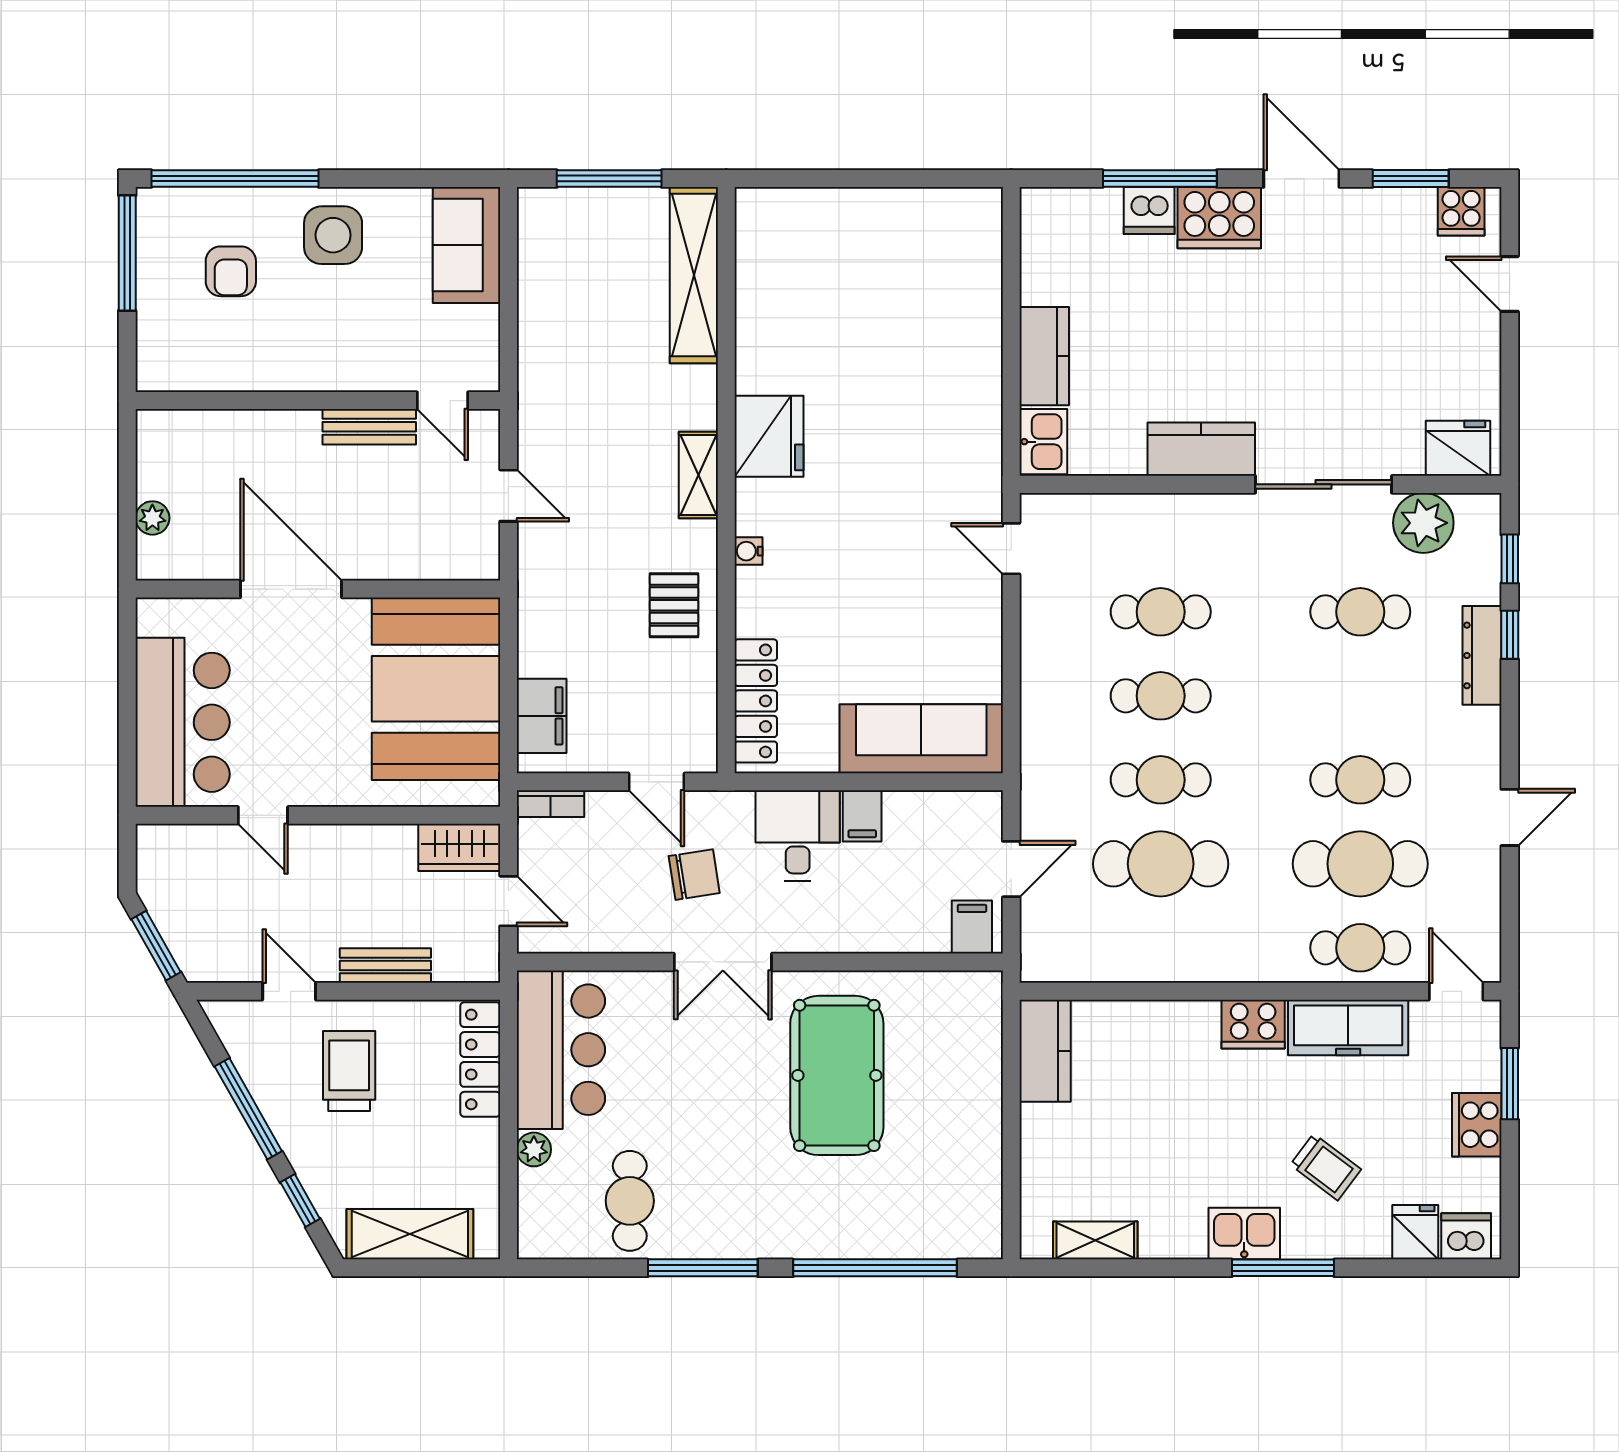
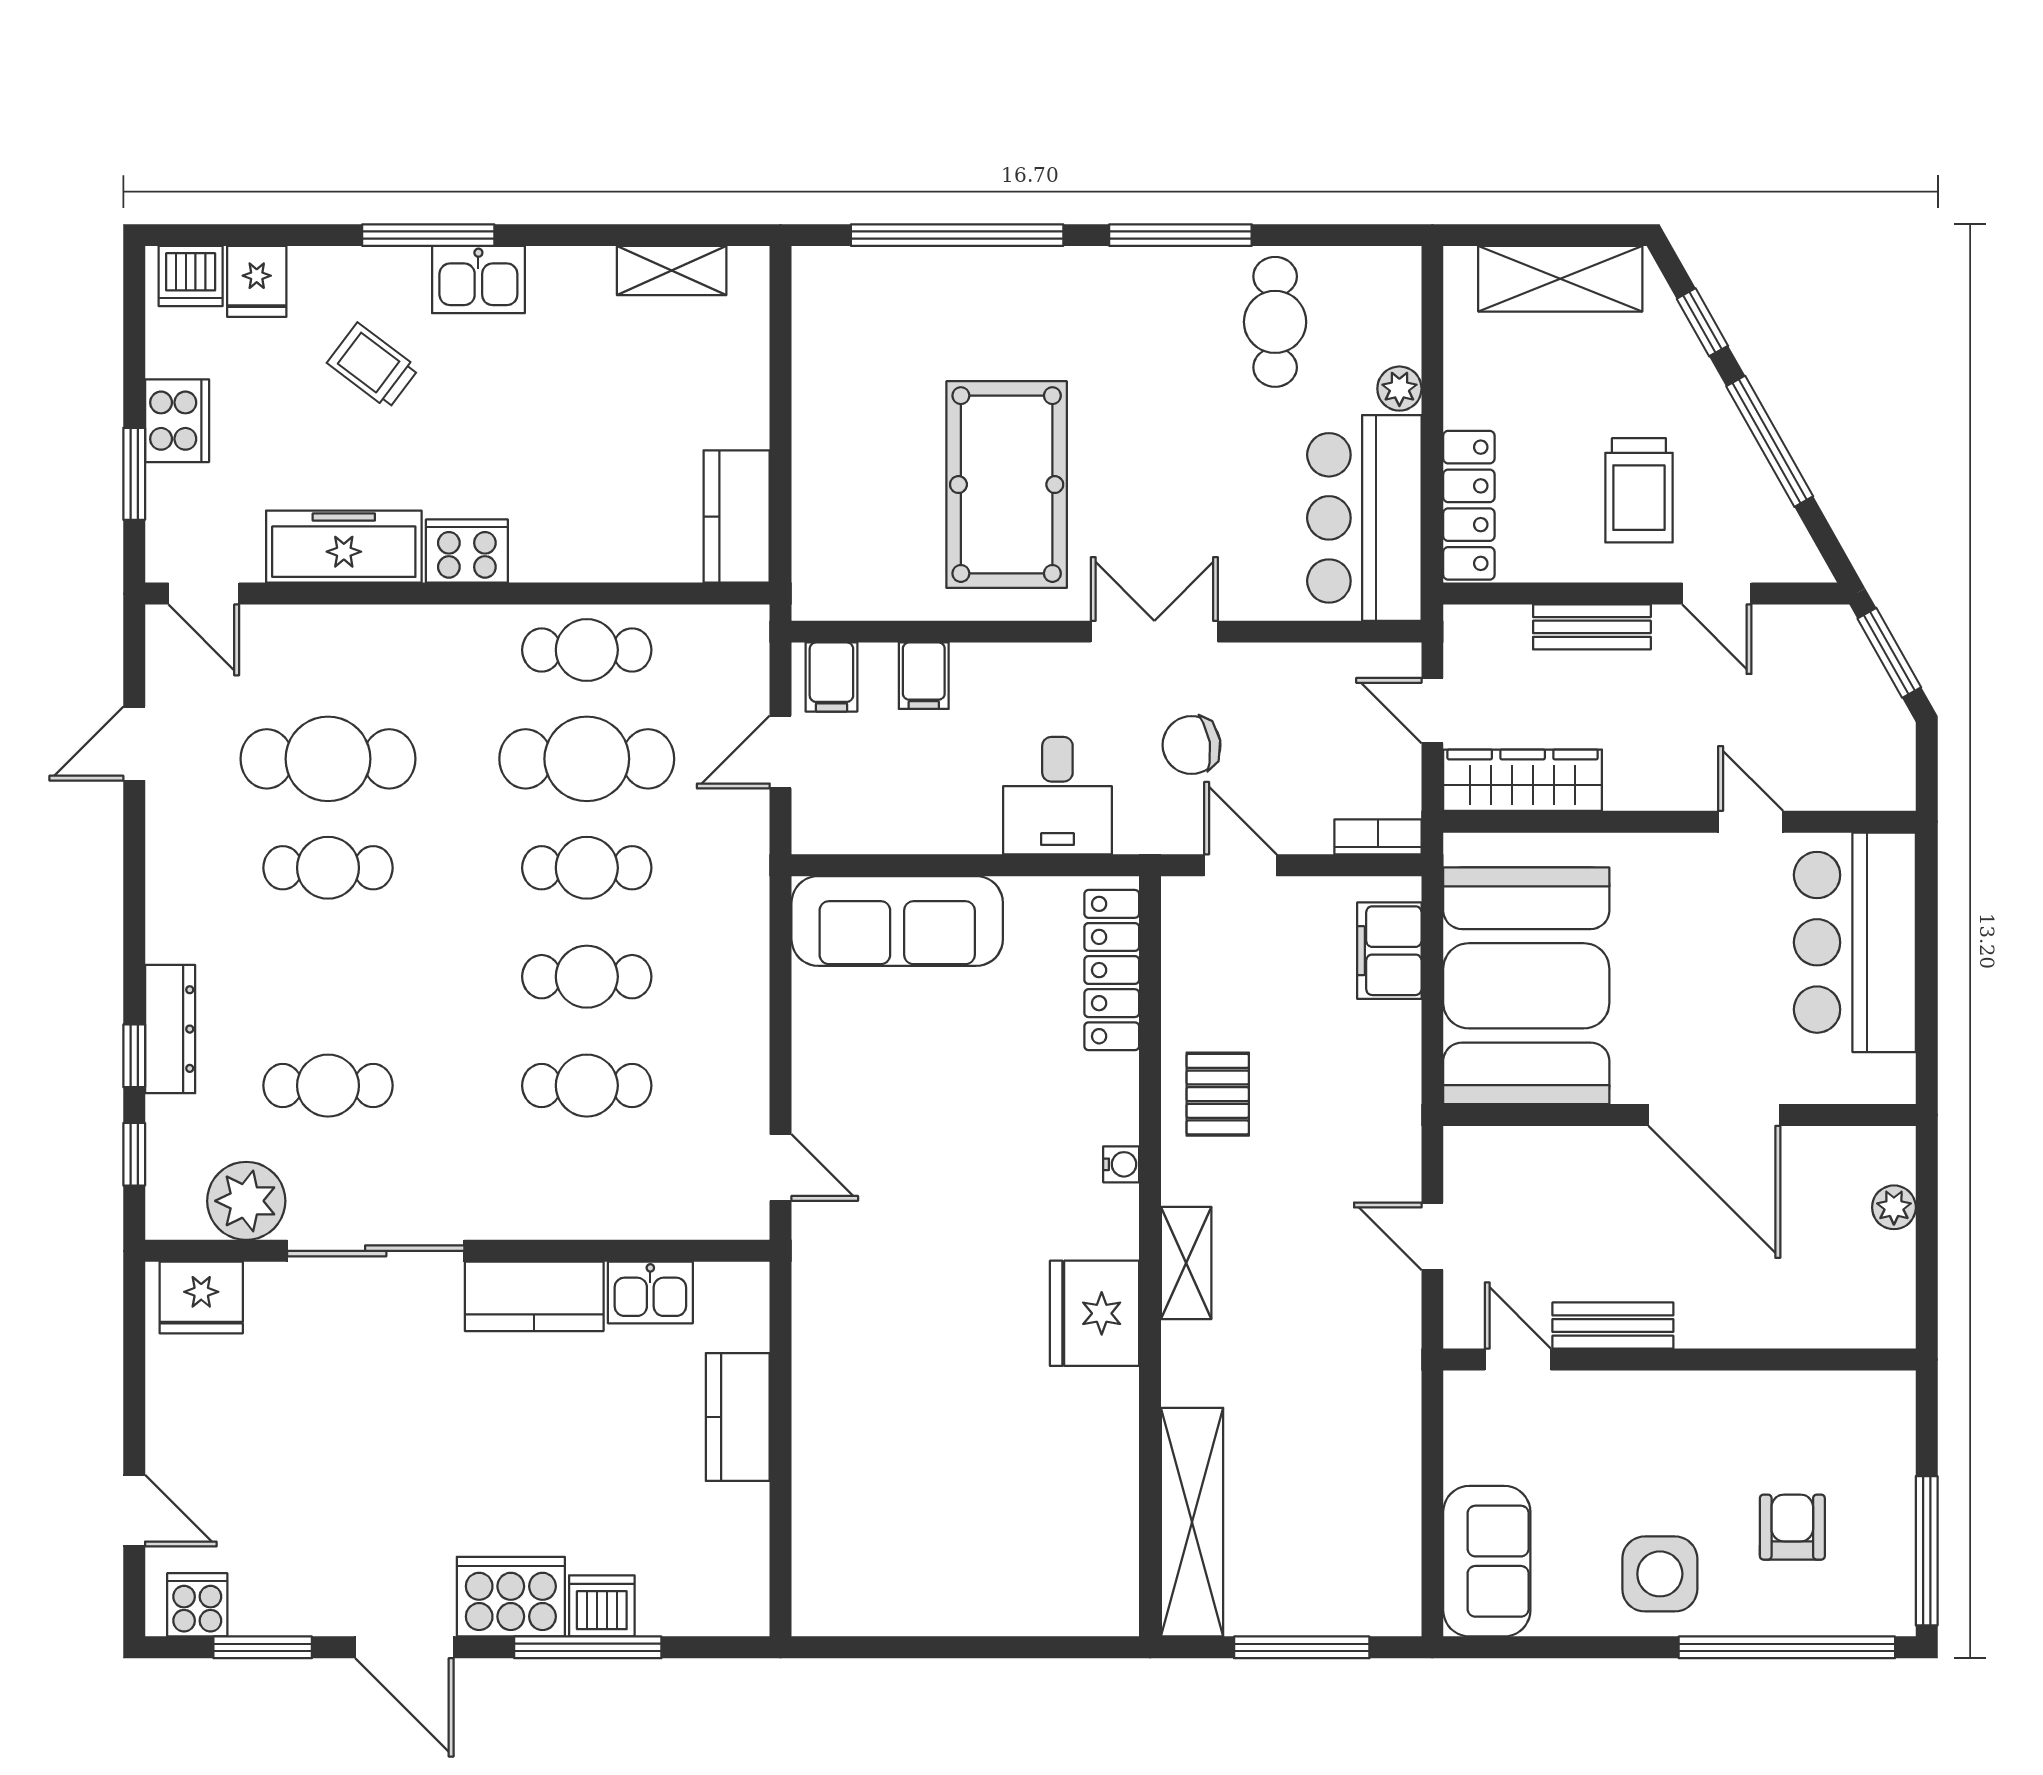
kitchen sink: (1043, 442) -> (650, 1292), moved, turned -90
filing cabinet: (862, 816) -> (924, 676), moved, turned 180
door: (1510, 817) -> (134, 744), moved
wardrobe: (459, 847) -> (1523, 780), width x1.50
cafe table: (1360, 948) -> (587, 650), moved

